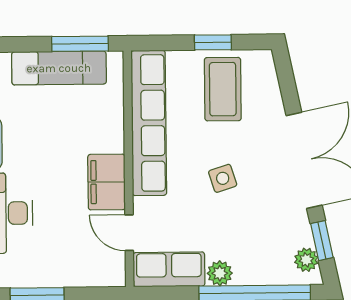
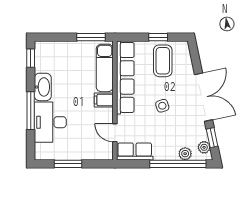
exam couch: (59, 68) -> (105, 68), moved, turned 90
filing cabinet: (107, 182) -> (104, 100), width x0.50
plant: (220, 273) -> (185, 154), moved

